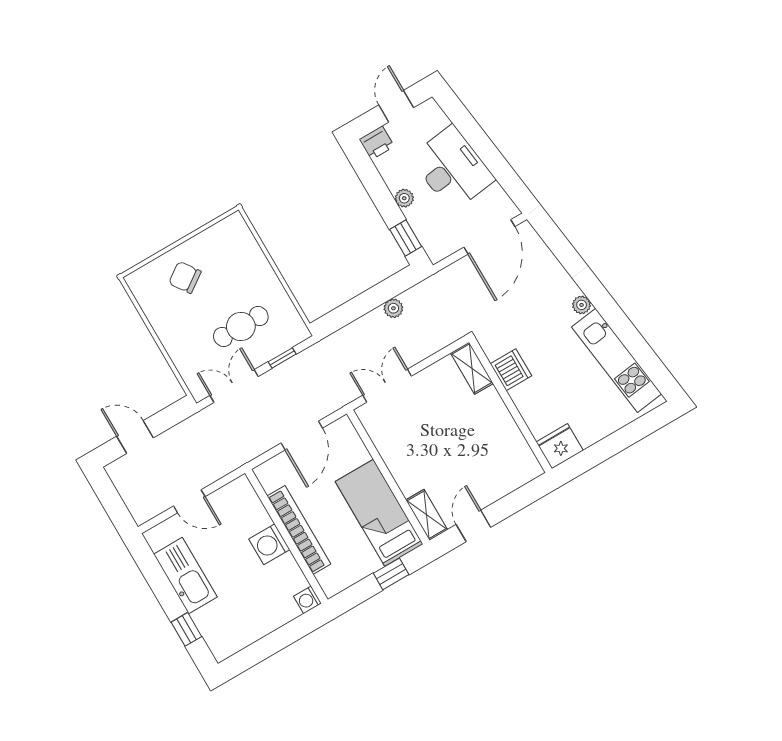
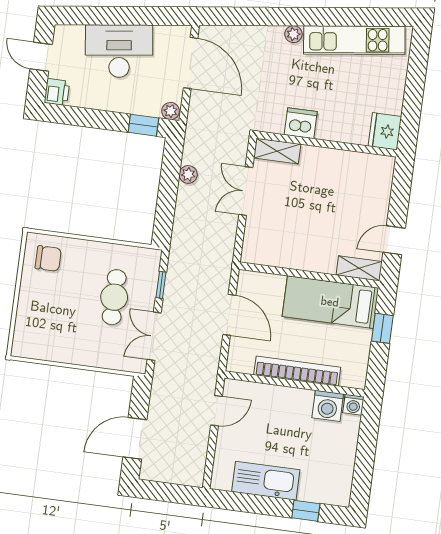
plant: (404, 198) -> (171, 111), moved
chair: (185, 277) -> (48, 258), moved, turned -145
double door: (387, 386) -> (246, 191), moved
door: (135, 437) -> (135, 438), width x1.38
door: (189, 501) -> (217, 411), moved
door: (473, 526) -> (394, 240), hinge flipped
washing machine: (269, 544) -> (328, 406), moved

